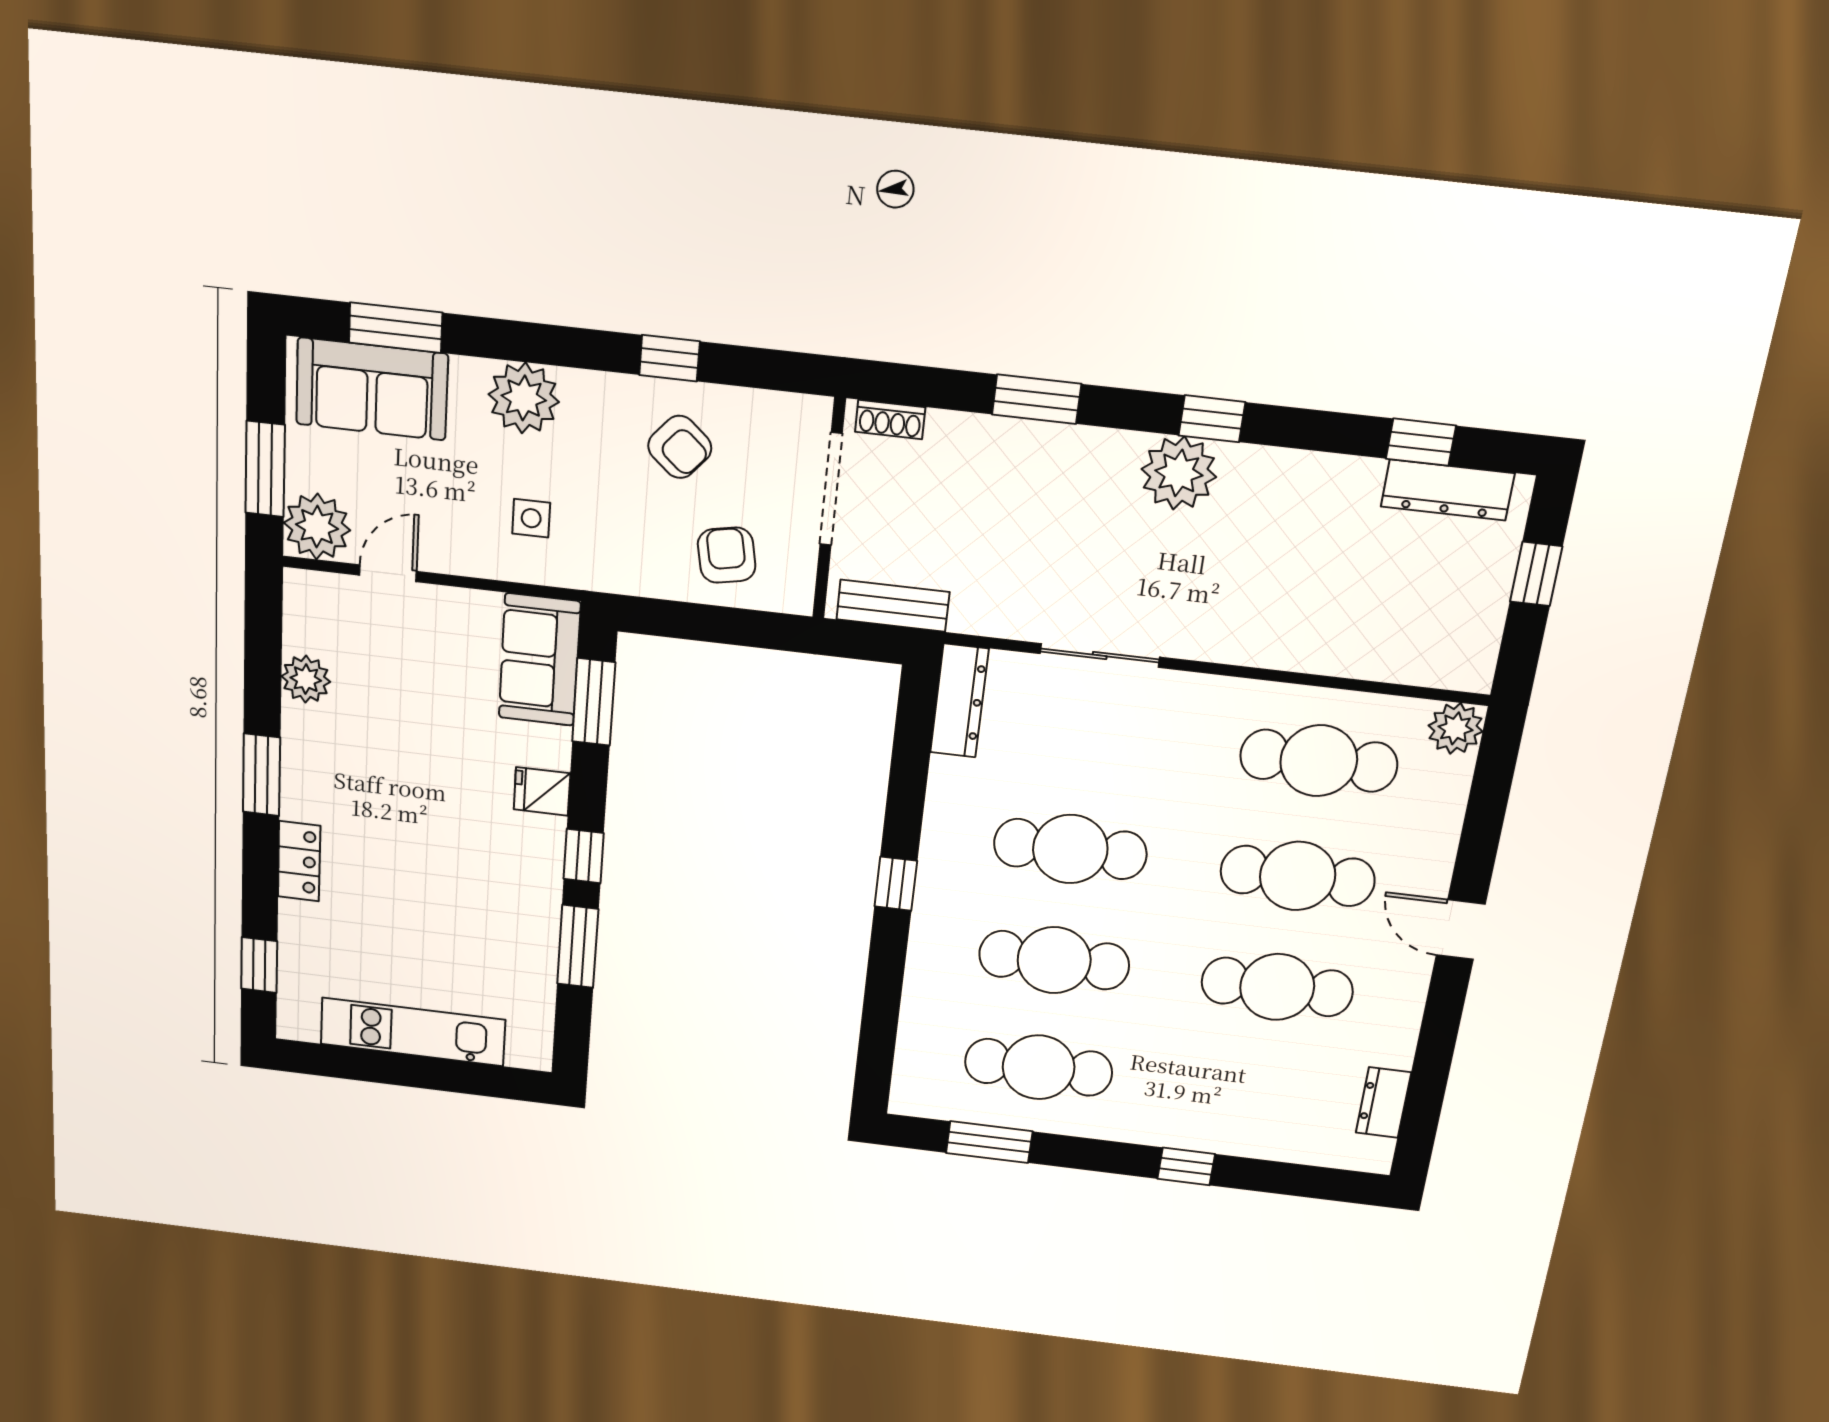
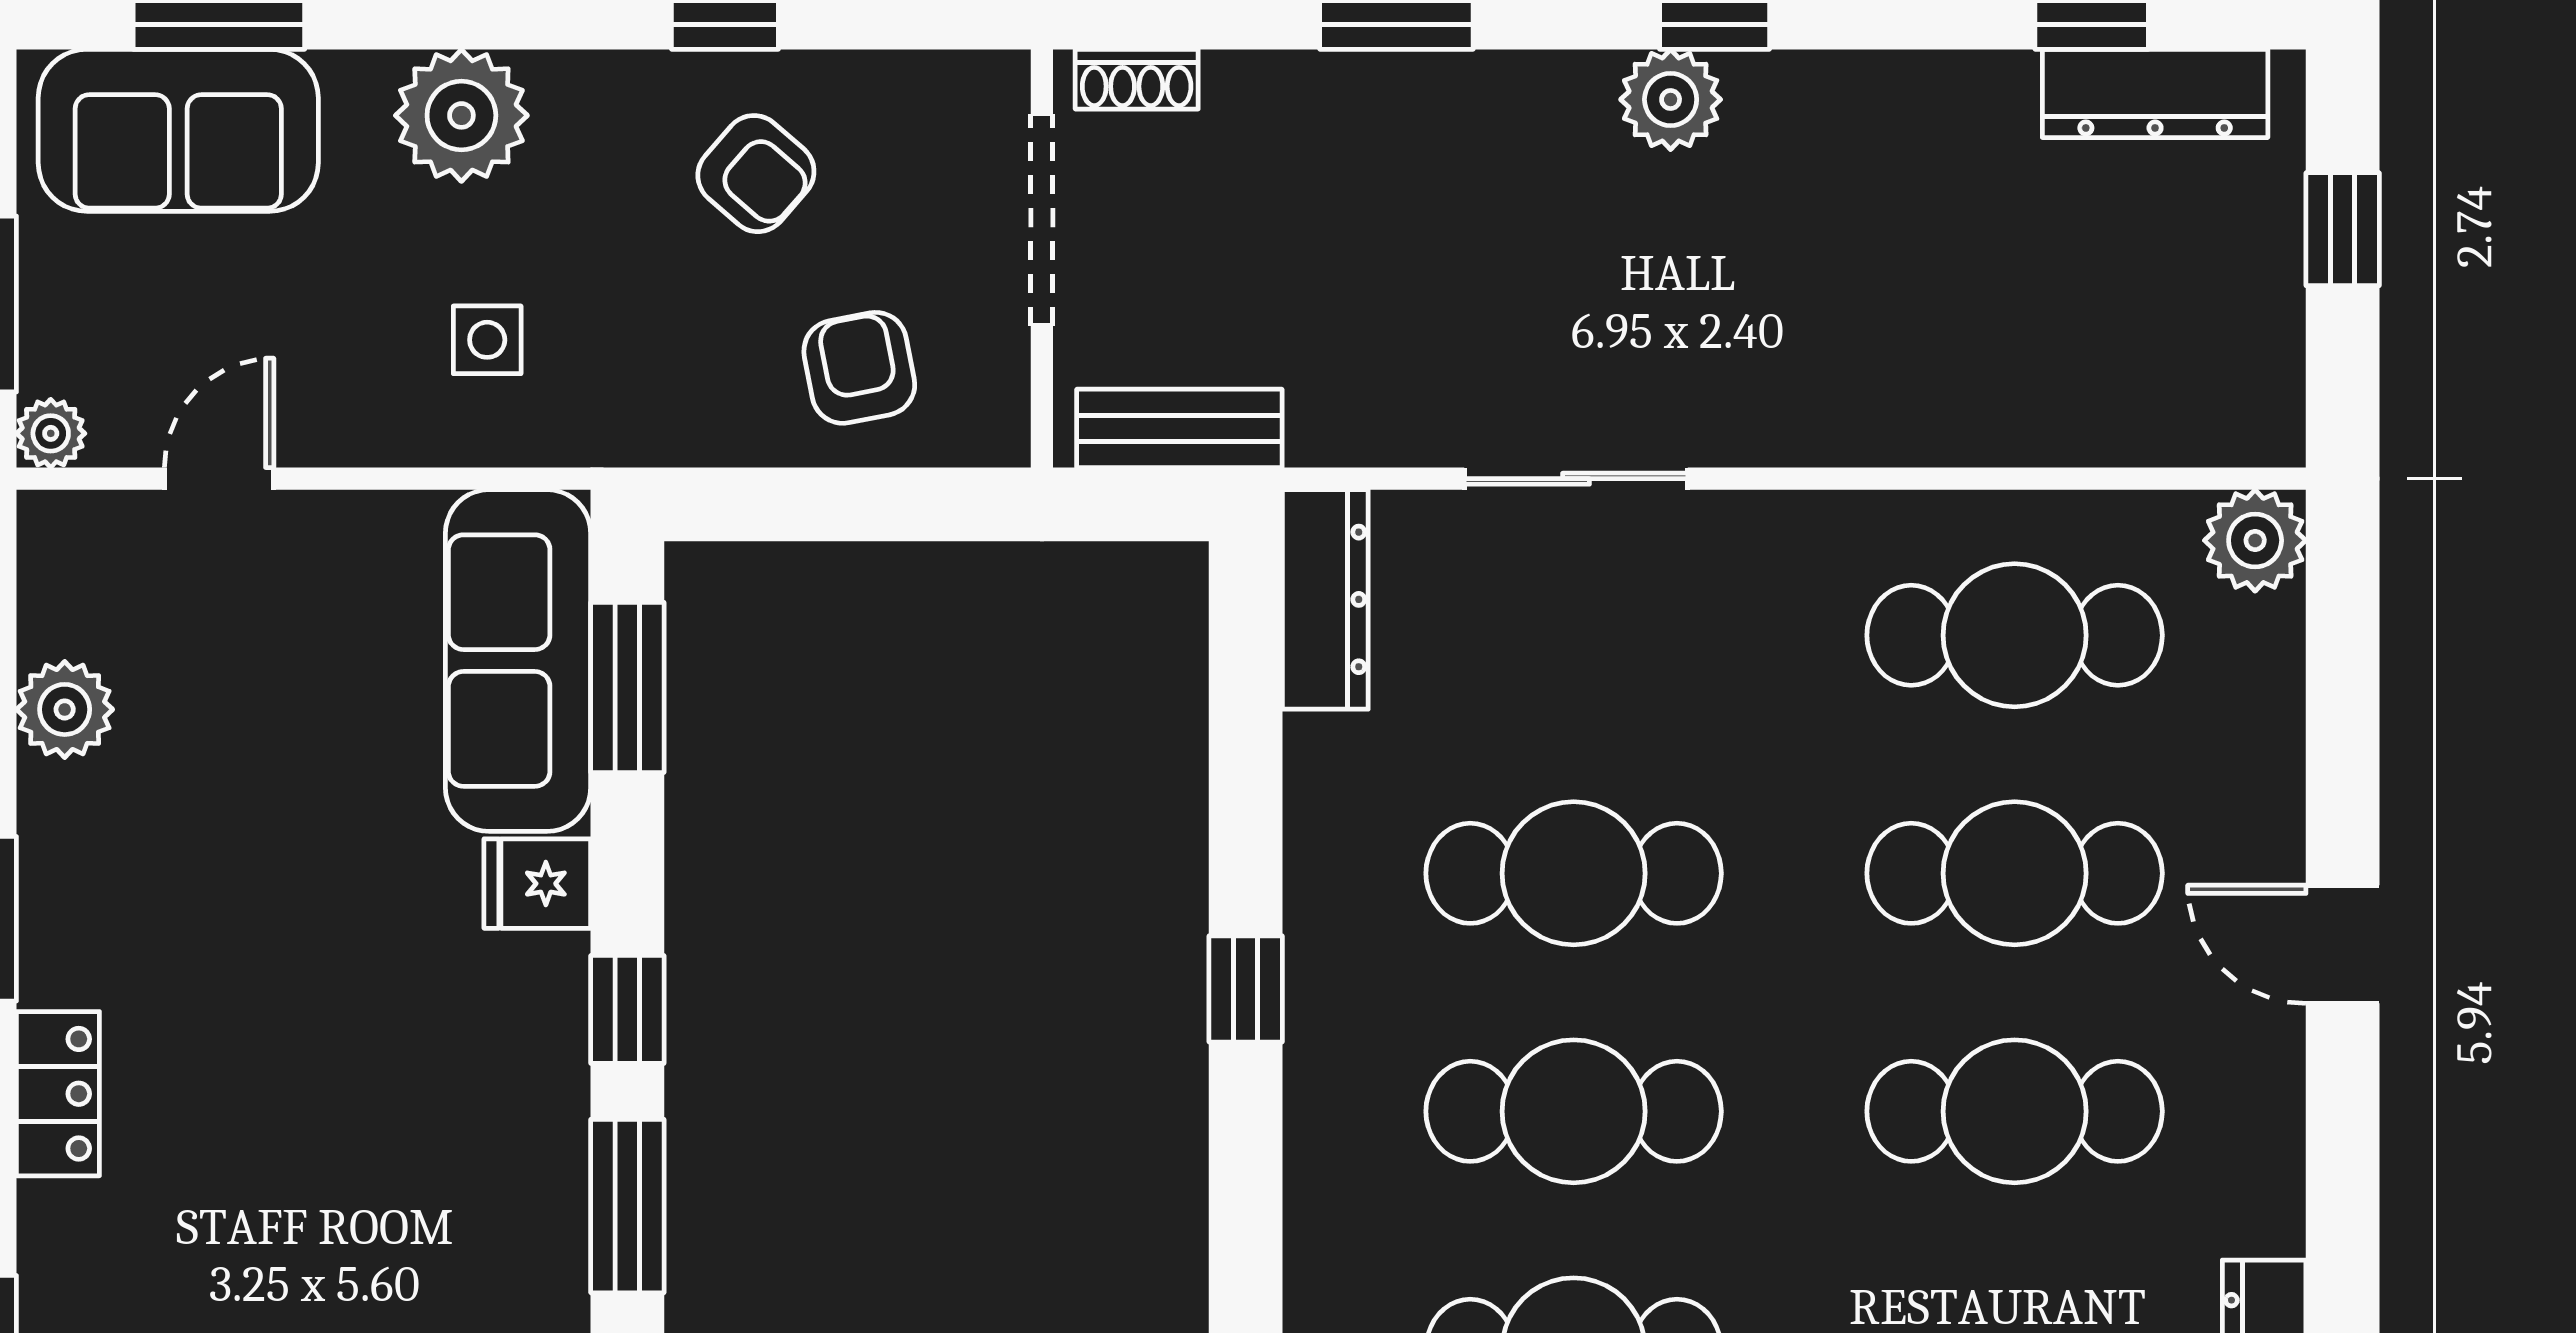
plant: (1179, 473) -> (1671, 99), width x0.73, depth x0.73
plant: (317, 527) -> (51, 433), width x0.53, depth x0.53
sofa: (540, 660) -> (518, 661), width x1.36

